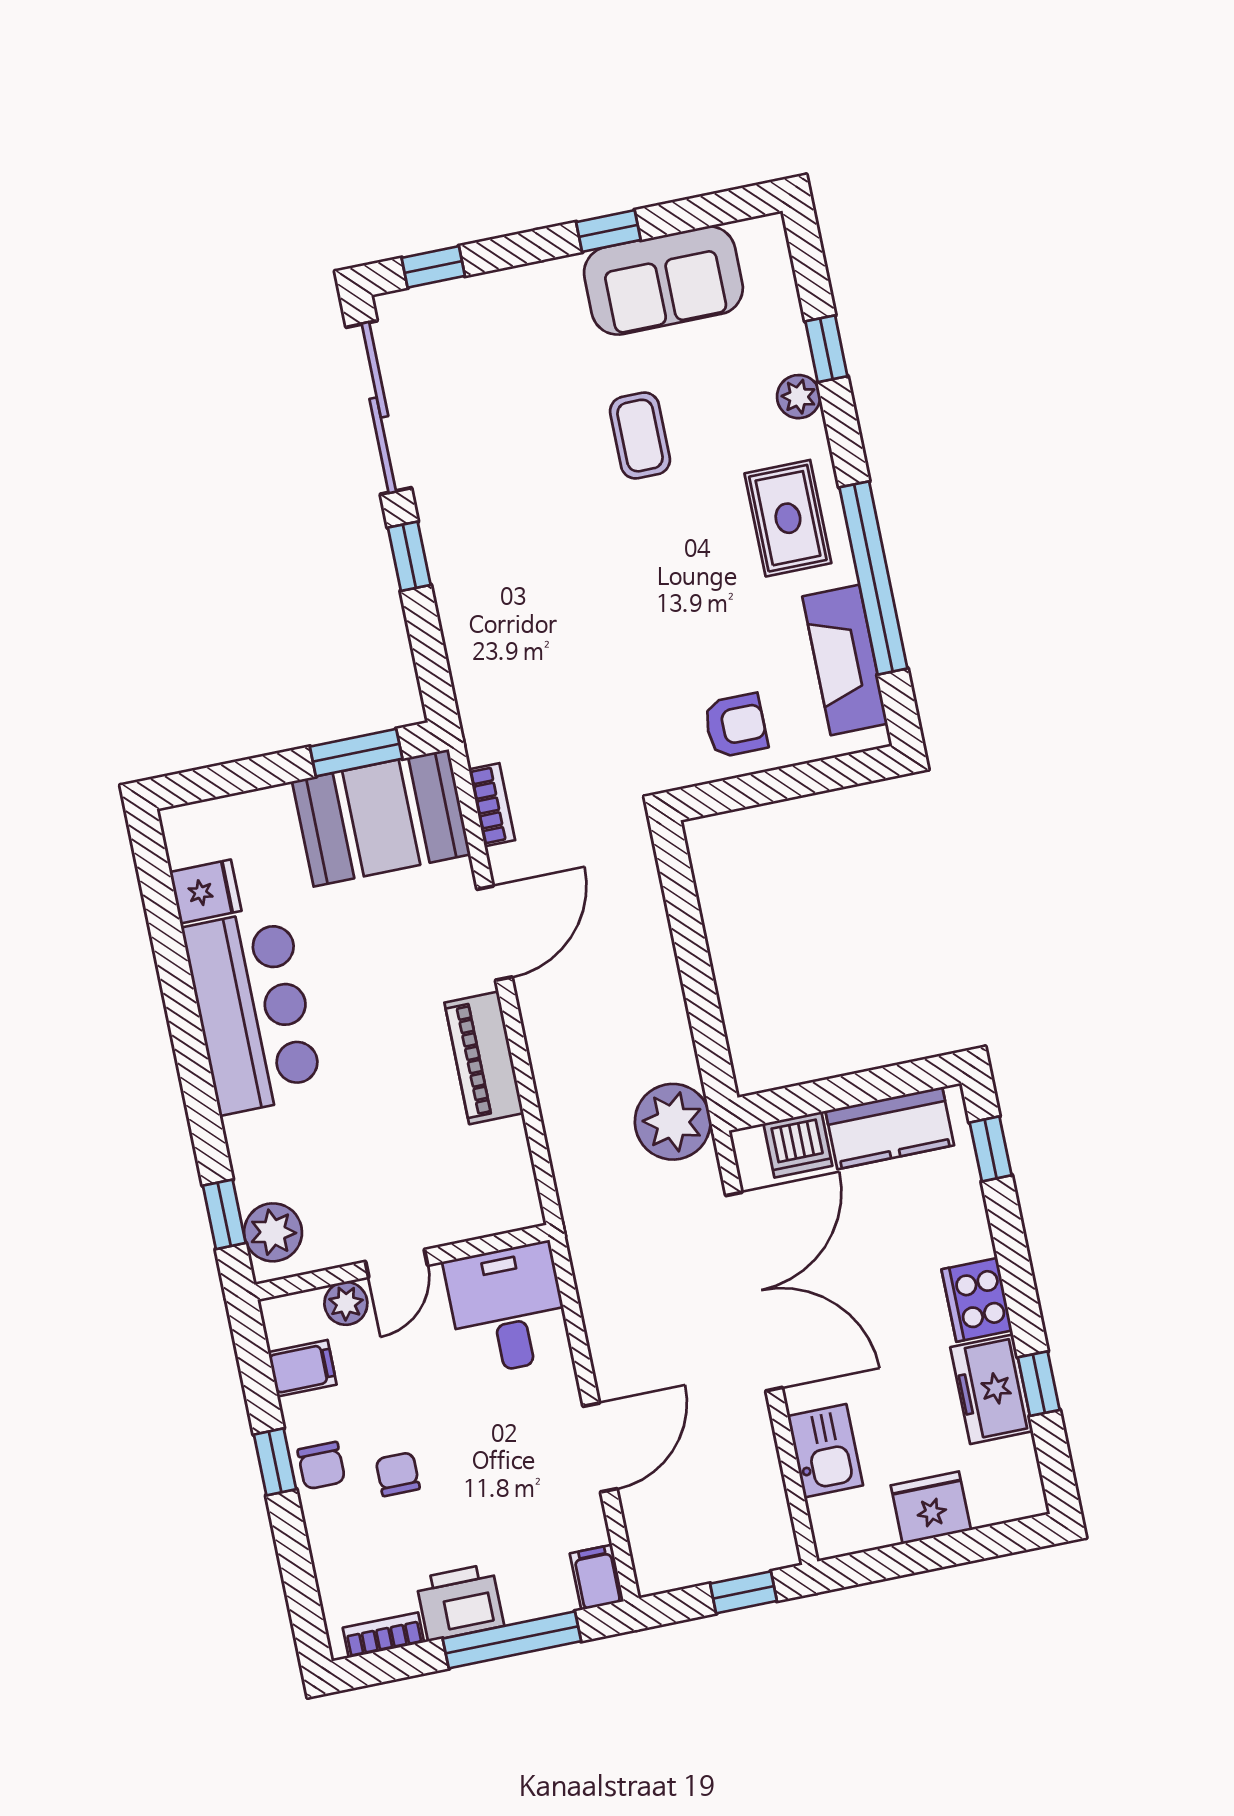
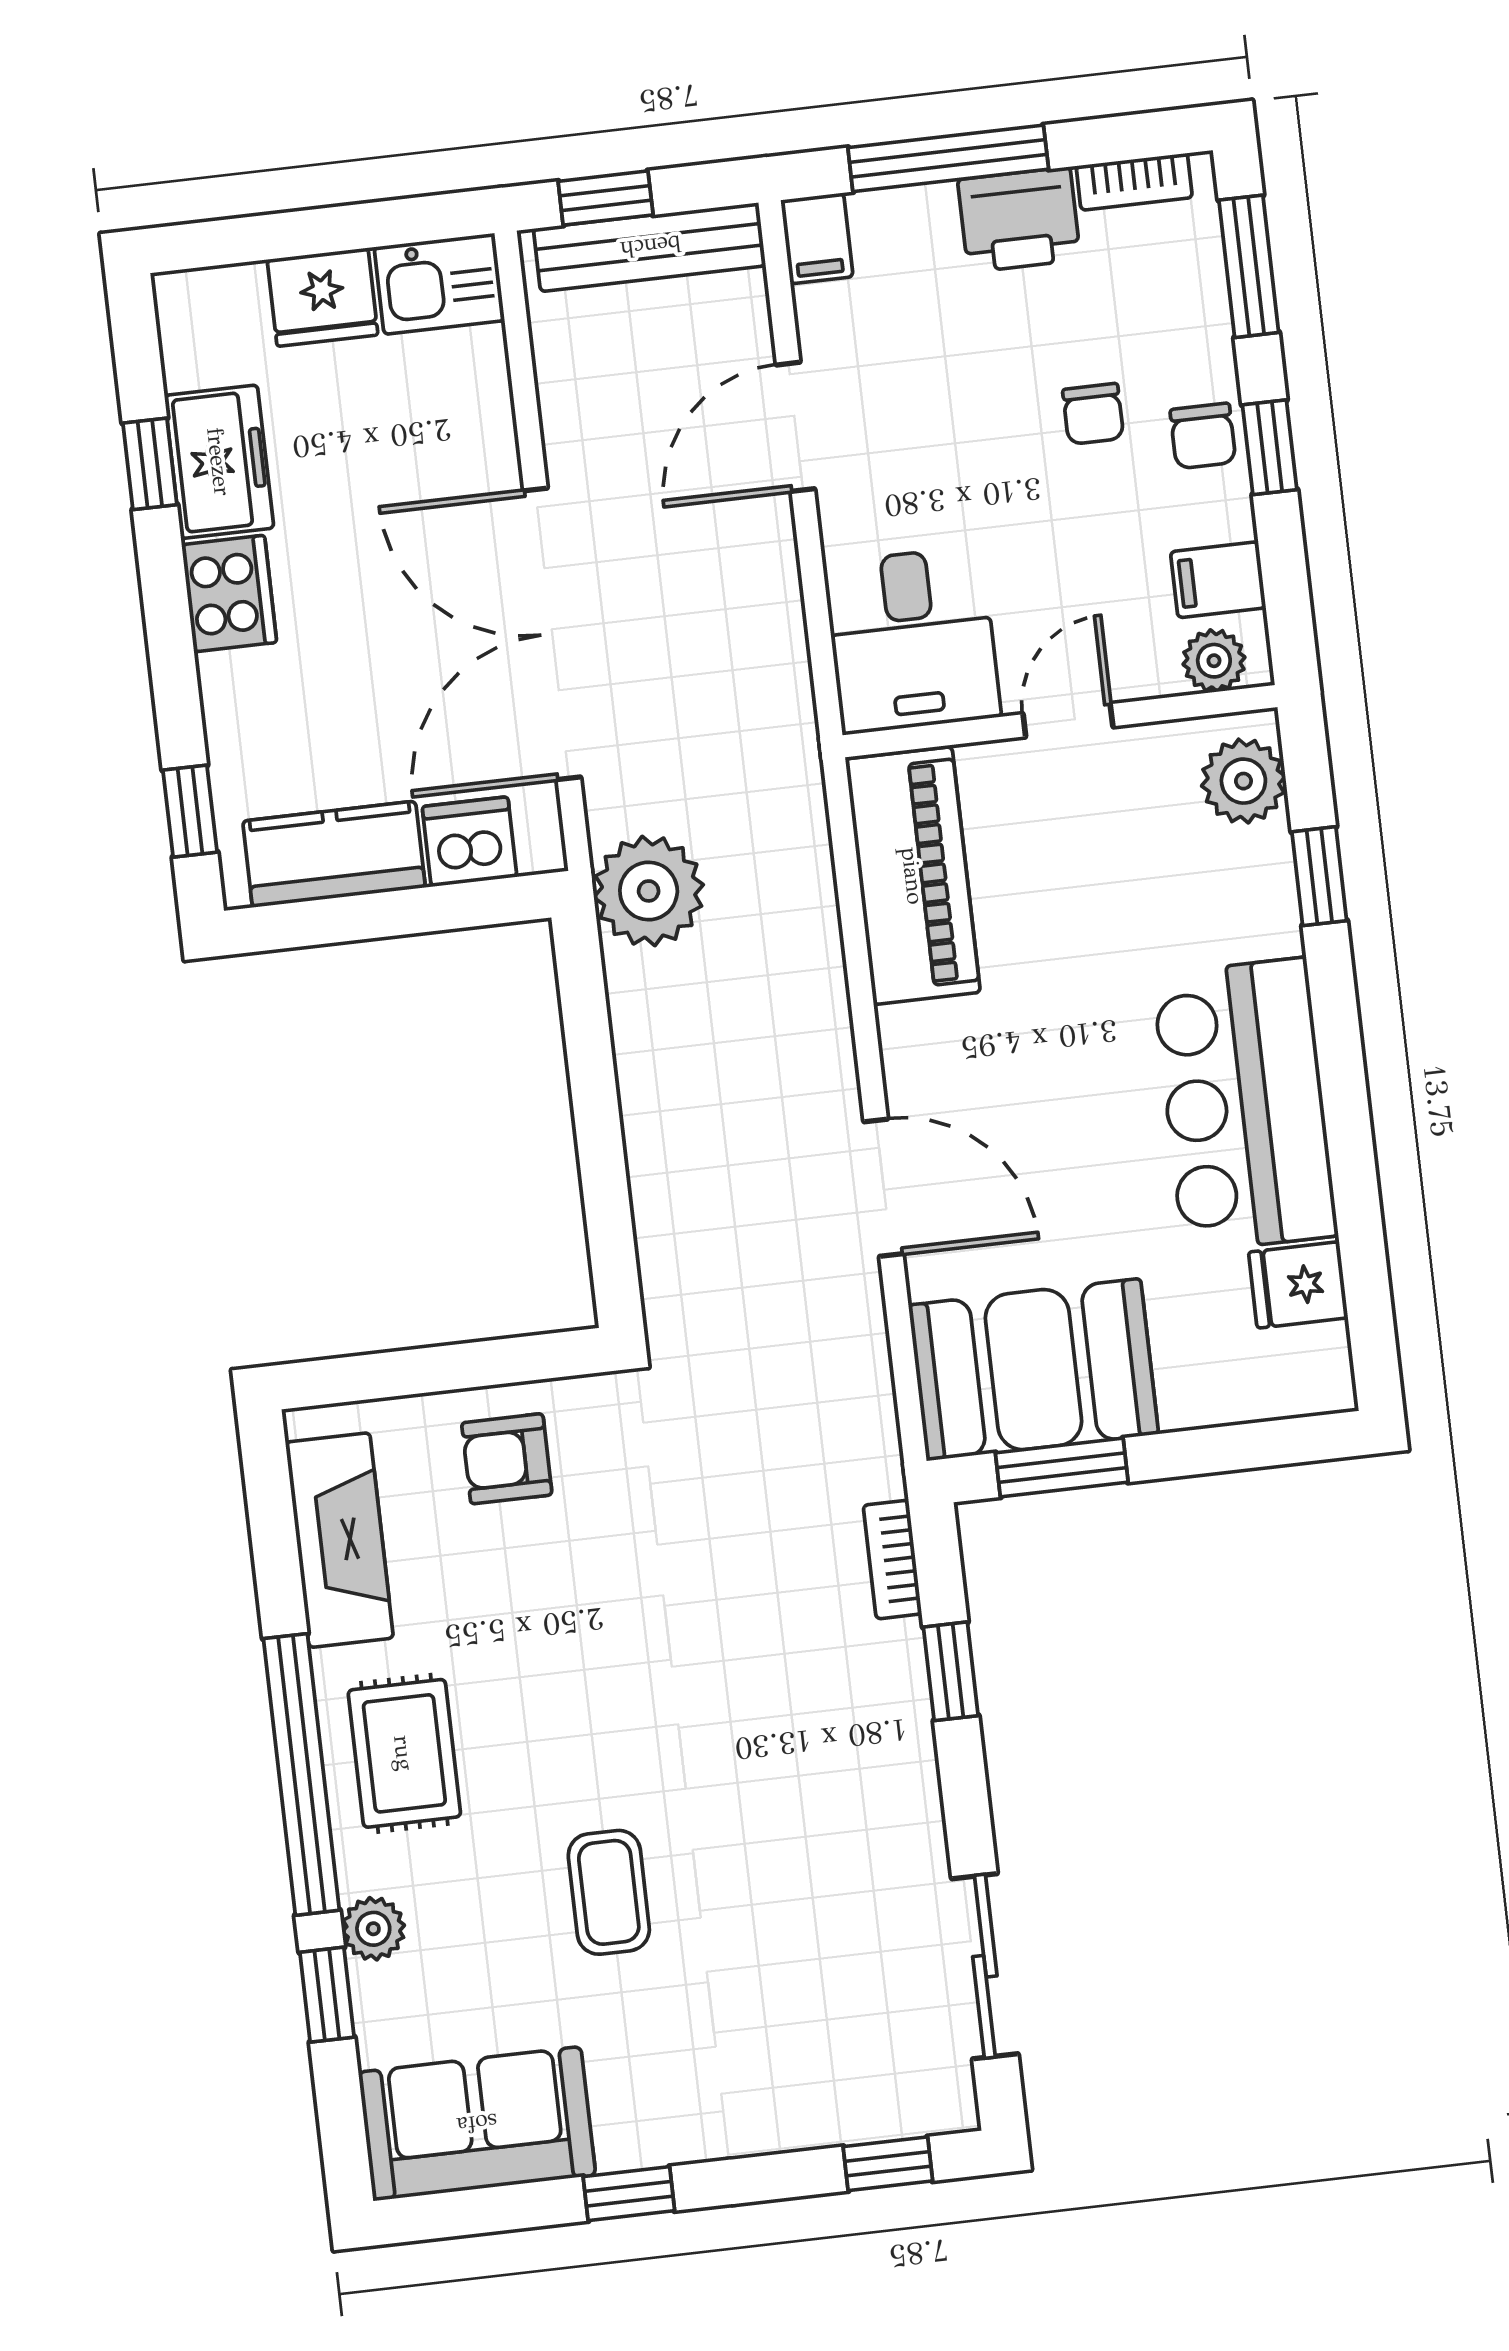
sofa: (663, 280) -> (477, 2124), moved
sliding door: (379, 408) -> (985, 1966), width x0.73
window: (409, 556) -> (951, 1671), moved
window: (873, 578) -> (301, 1774), moved
bookcase: (492, 805) -> (892, 1560), moved
door: (494, 933) -> (884, 1188), swing flipped
piano: (484, 1058) -> (913, 876), moved, width x1.37, depth x1.33
window: (224, 1214) -> (1319, 876), moved
plant: (346, 1303) -> (1214, 661), moved
kitchen sink: (825, 1451) -> (439, 284), moved, turned -90
chair: (321, 1466) -> (1203, 436), turned 180
bench: (710, 1561) -> (650, 247), added
window: (300, 1584) -> (1249, 266), added

